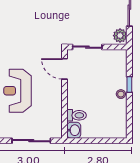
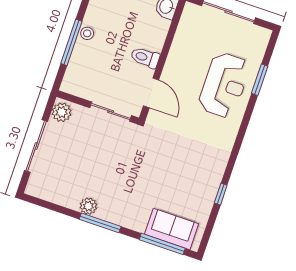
window: (129, 84) -> (71, 42), width x2.17
toilet: (77, 115) -> (145, 58), moved

